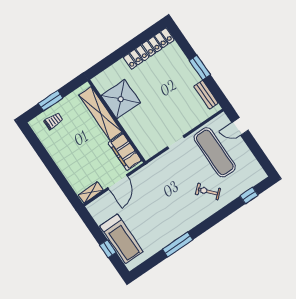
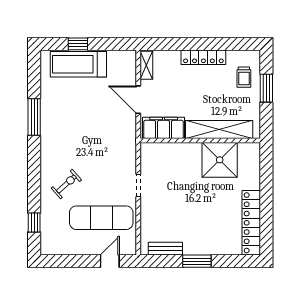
locker: (59, 158) -> (203, 57), added

